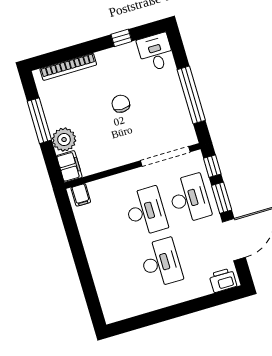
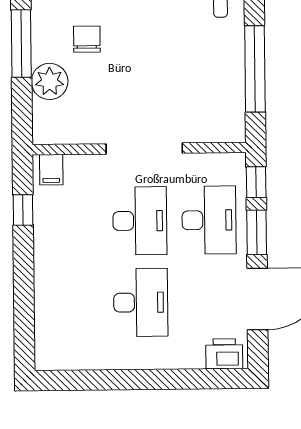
chair: (121, 104) -> (87, 39), moved
doorway: (165, 156) -> (144, 149), moved
filing cabinet: (69, 166) -> (46, 123), removed
window: (70, 225) -> (23, 210), added

